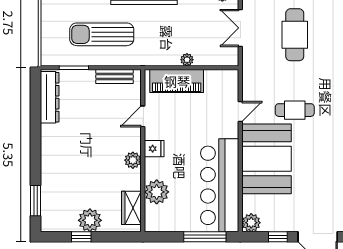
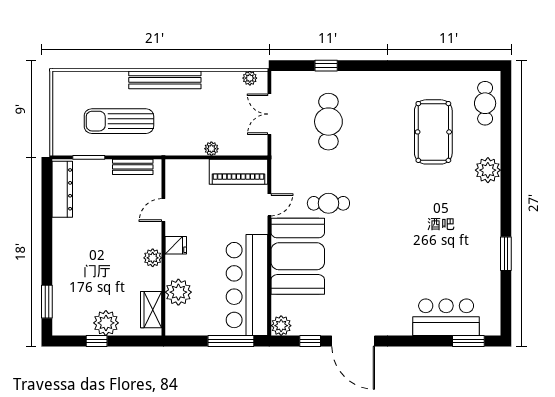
piano: (177, 81) -> (239, 172), moved

